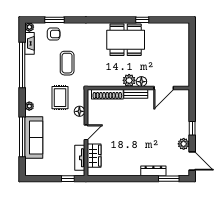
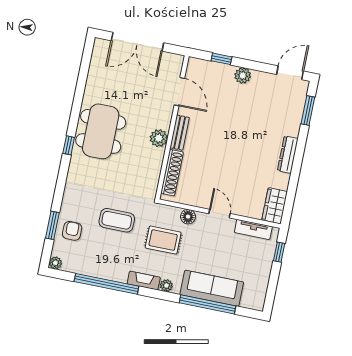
window: (142, 20) -> (69, 145), moved
fireplace: (30, 43) -> (144, 281), moved
double door: (192, 52) -> (137, 42), added
floor lamp: (141, 82) -> (164, 121), removed
window: (192, 128) -> (221, 59), moved
plant: (184, 144) -> (243, 76), moved
wardrobe: (94, 156) -> (275, 206), moved, turned -90
dresser: (153, 171) -> (288, 155), moved

